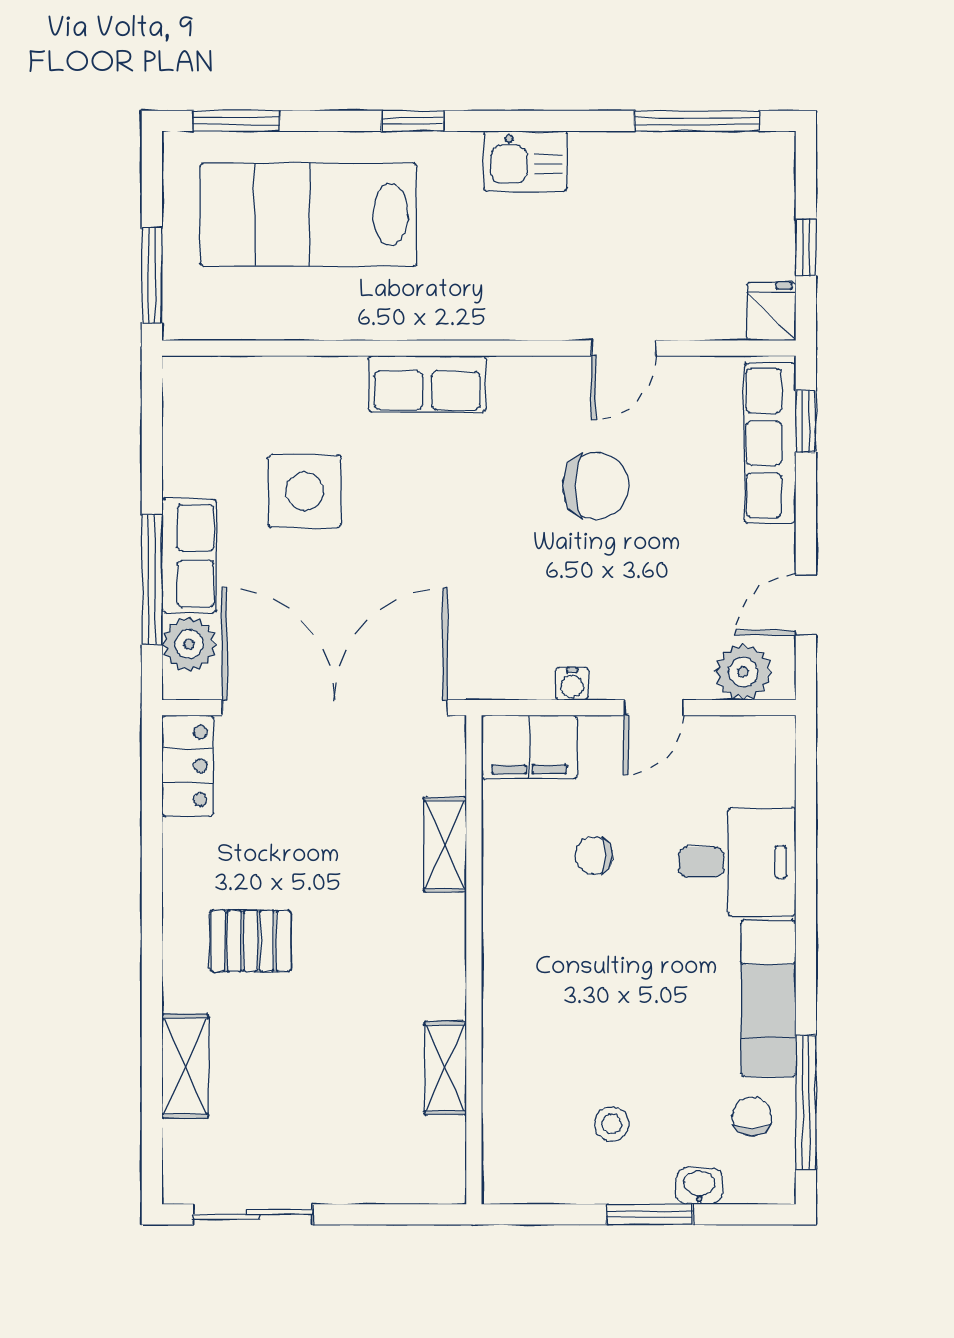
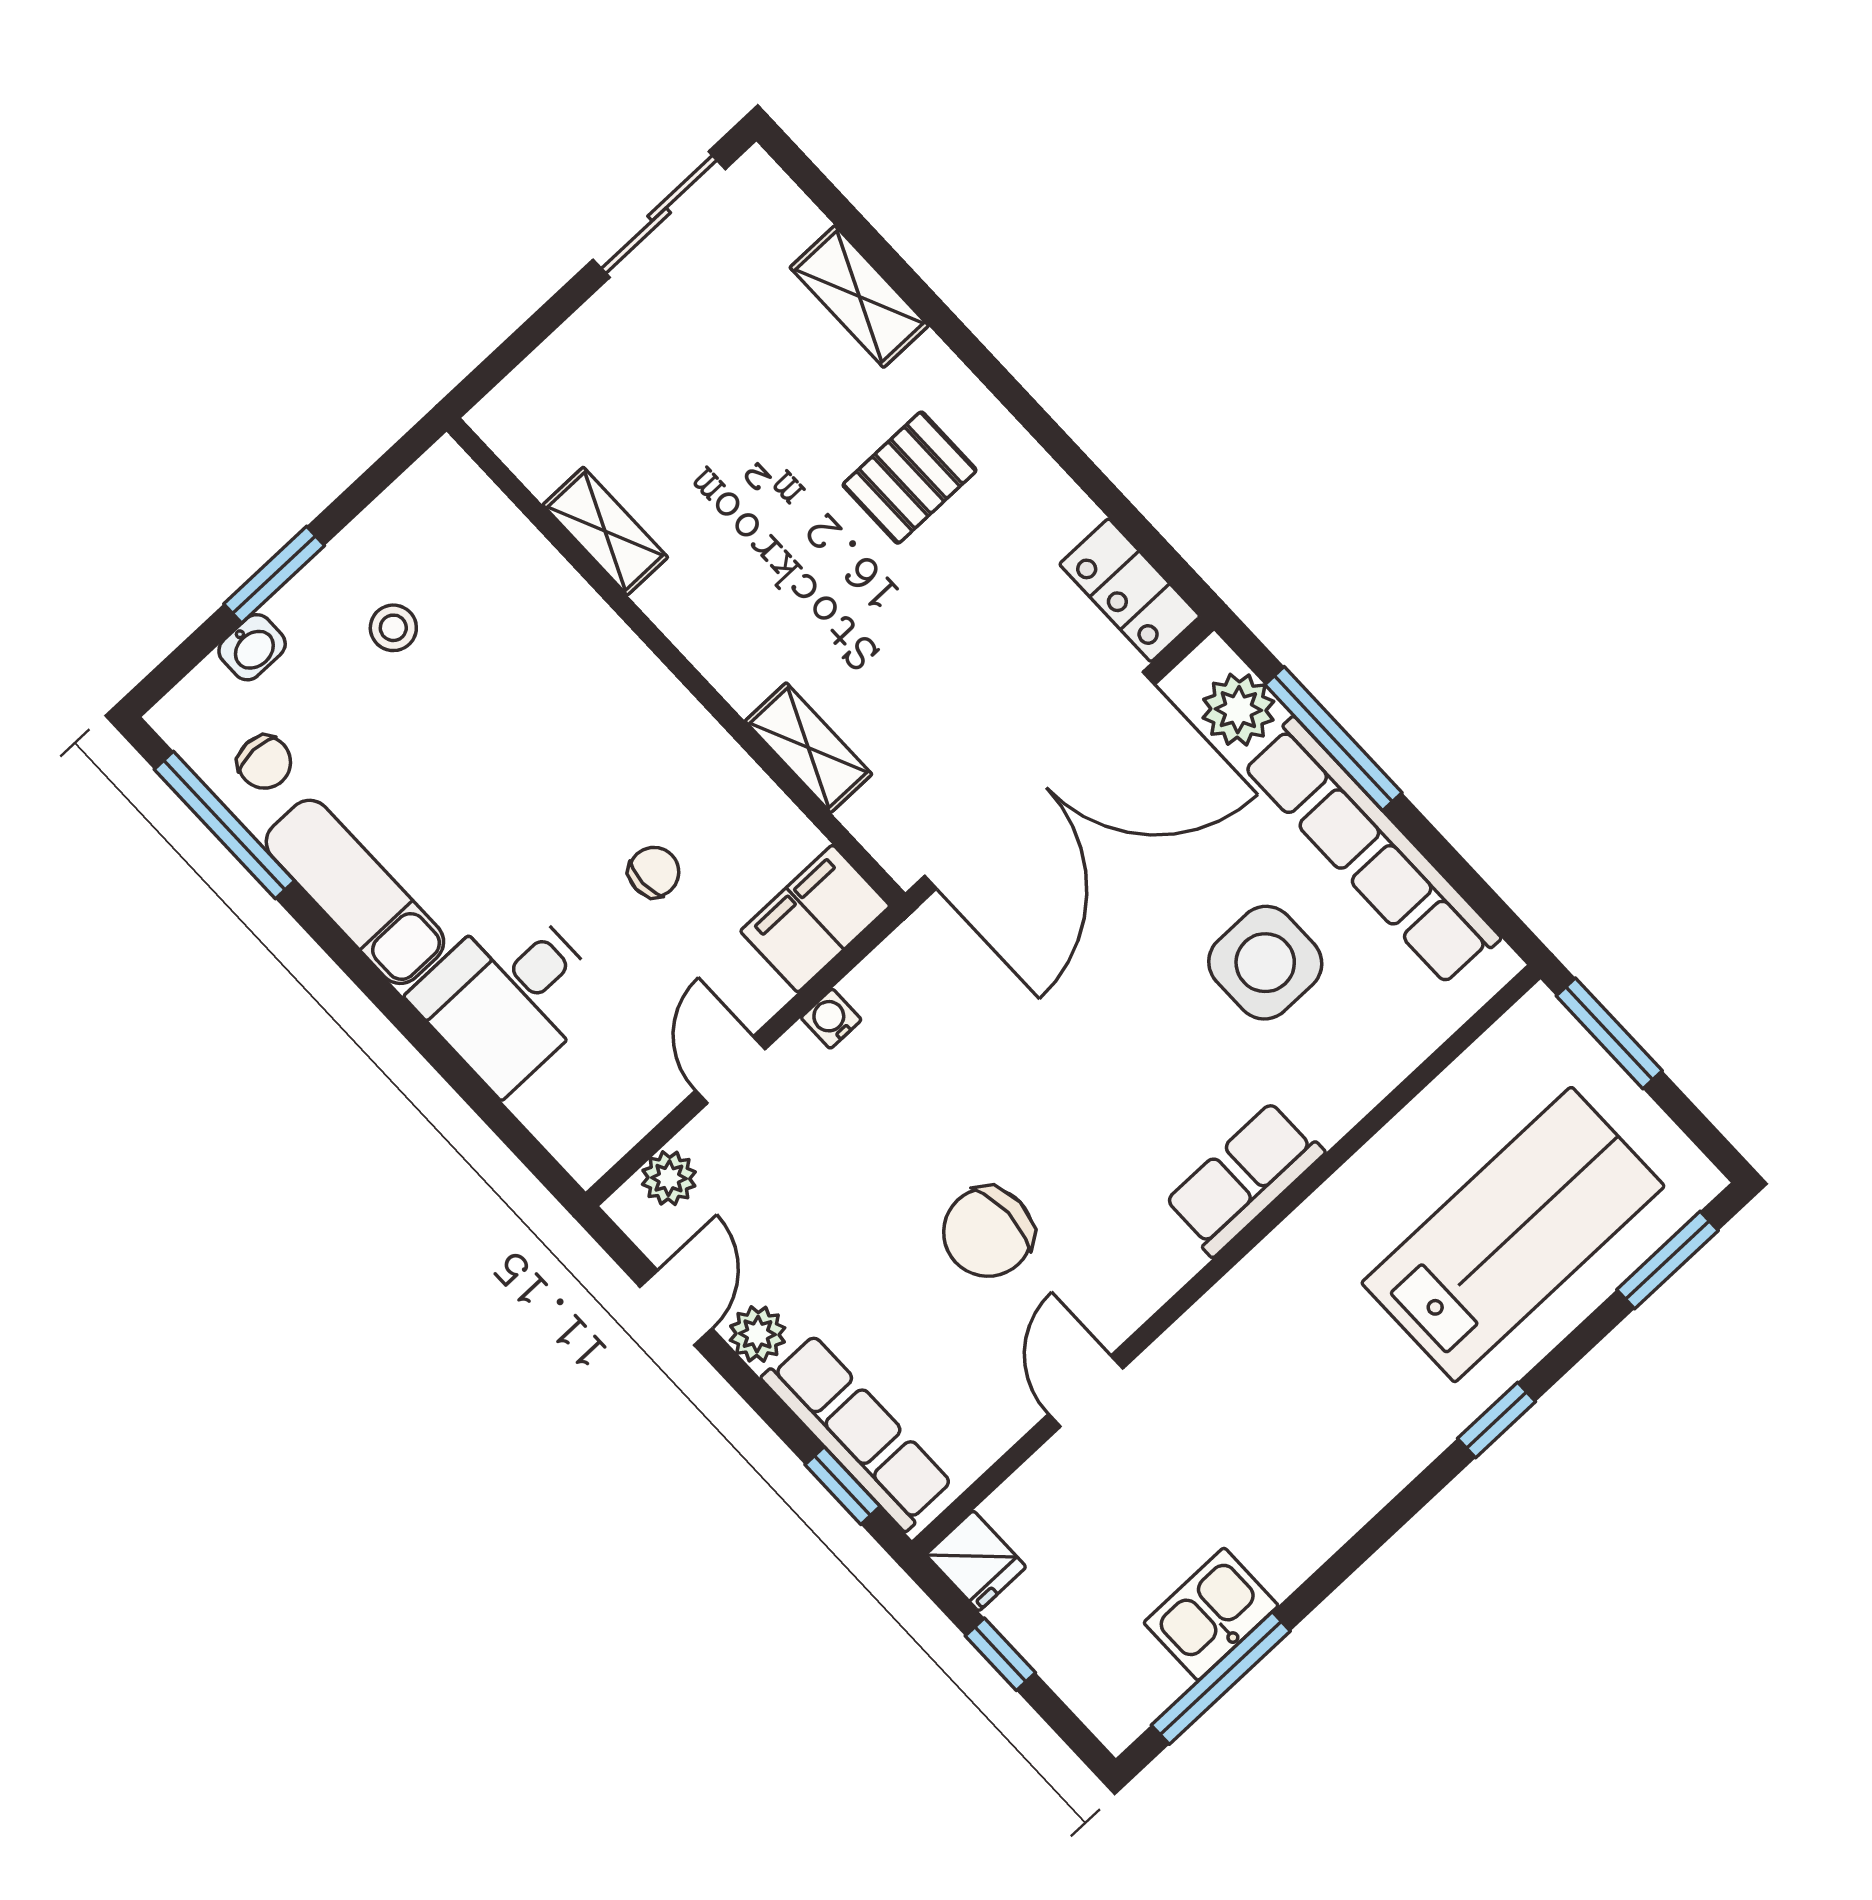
kitchen sink: (526, 161) -> (1211, 1614), moved
plant: (775, 548) -> (757, 1334), added
row of seats: (189, 556) -> (1371, 851), width x2.02
plant: (743, 672) -> (669, 1178), width x0.73, depth x0.73

